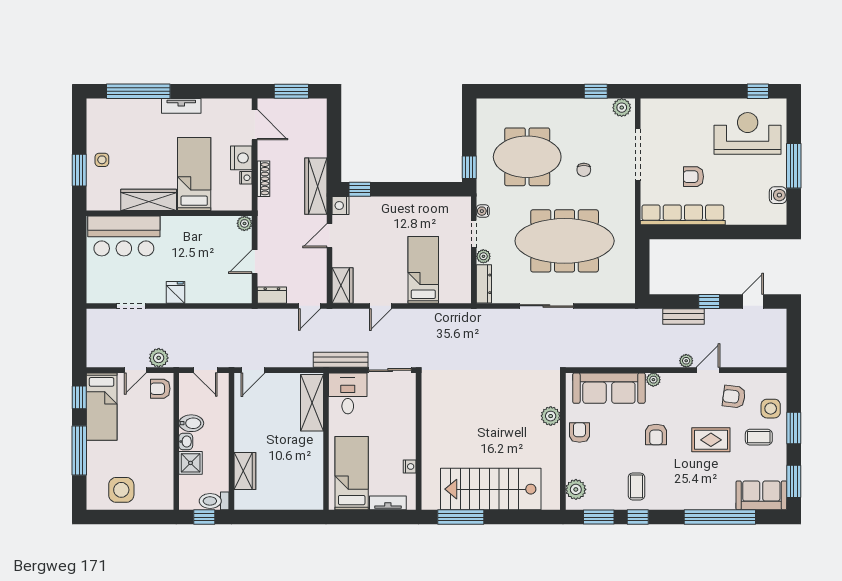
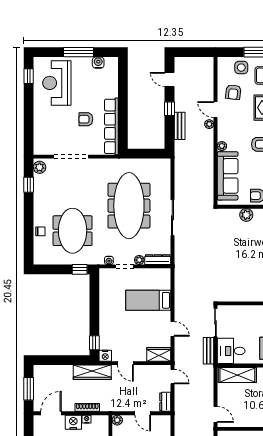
chair: (584, 170) -> (40, 231), moved
armchair: (693, 177) -> (86, 119), turned 90
bench: (341, 360) -> (209, 351), width x0.73

